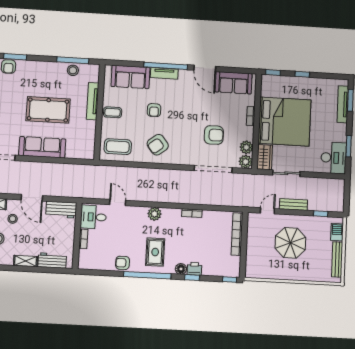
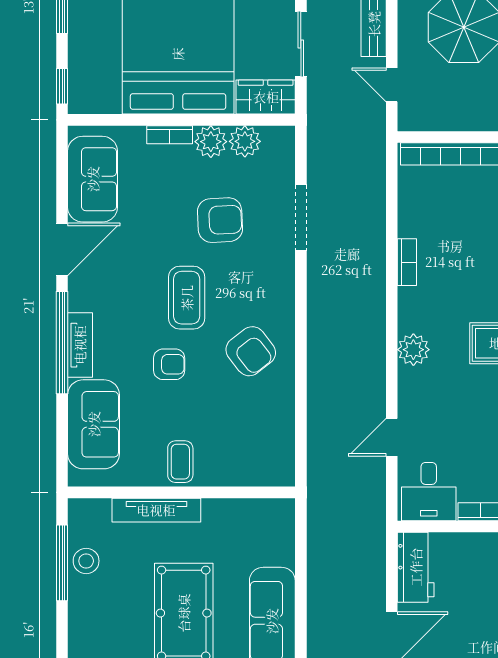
armchair: (214, 135) -> (220, 220), turned 87
coffee table: (118, 147) -> (187, 298), moved
plant: (246, 162) -> (211, 142), moved
doorway: (213, 169) -> (301, 218), width x0.73

